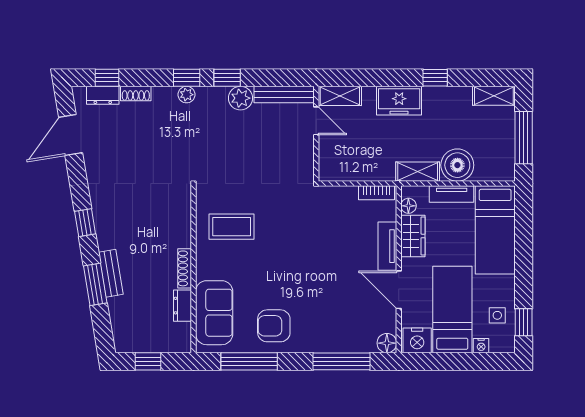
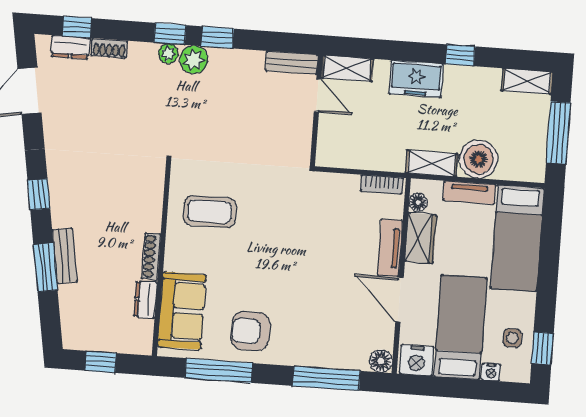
bench: (284, 95) -> (292, 63), width x0.73
plant: (240, 98) -> (194, 60), moved

